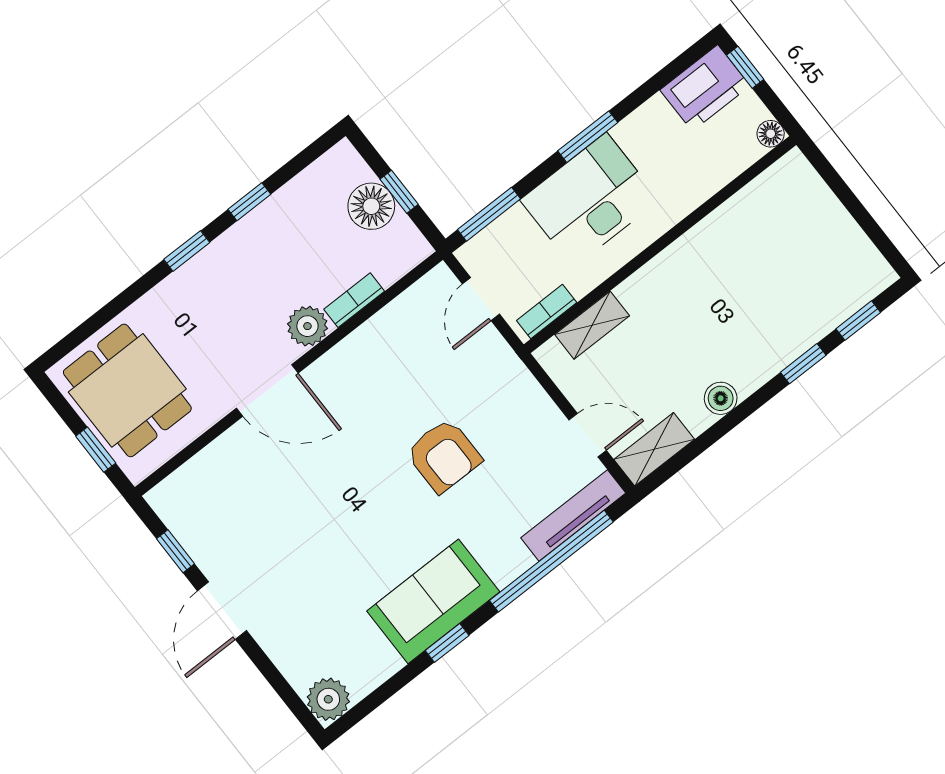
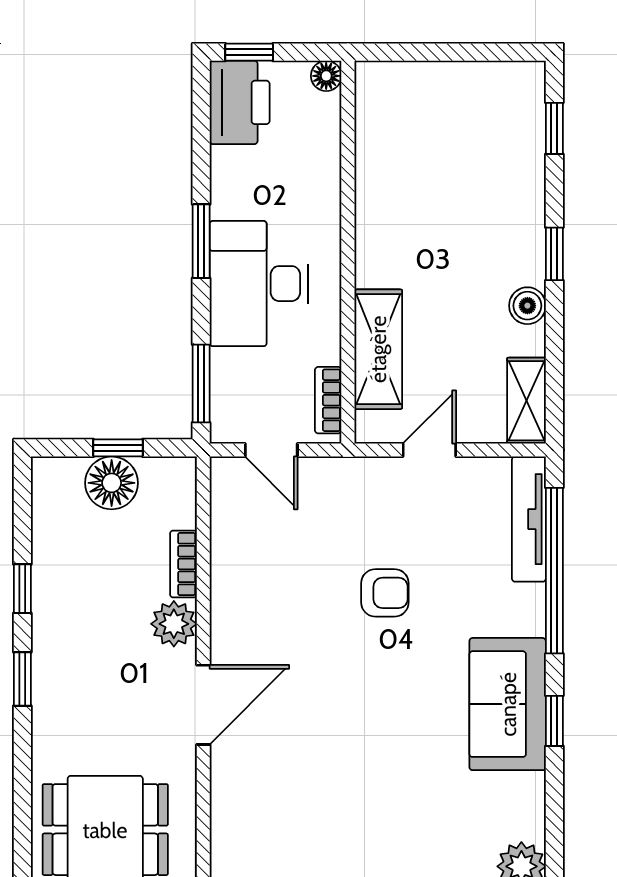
shelving: (592, 325) -> (378, 349), width x1.50, depth x1.33
window: (803, 364) -> (554, 254), moved
door: (588, 435) -> (429, 450), moved
armchair: (444, 456) -> (385, 593), width x0.72, depth x0.72

